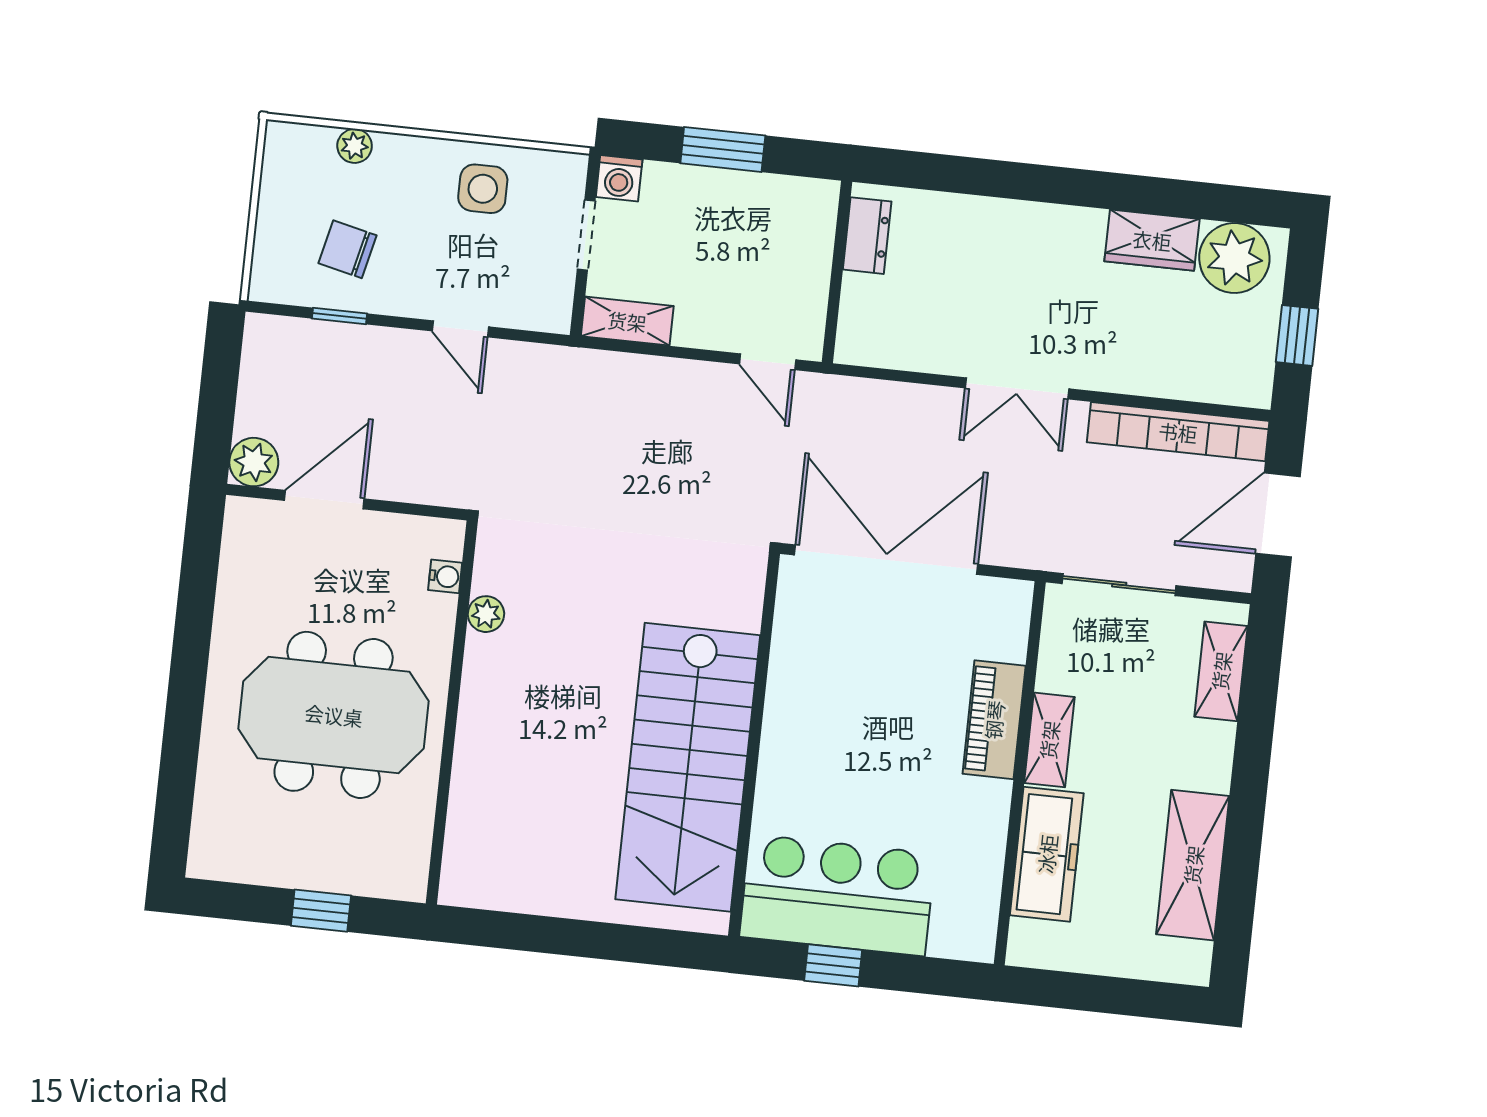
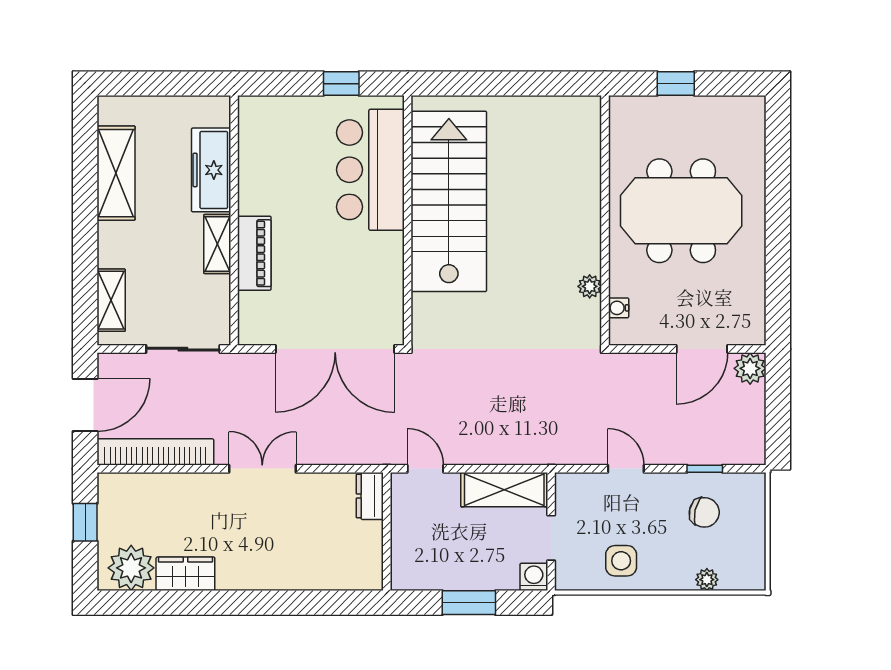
dresser: (867, 236) -> (370, 496), moved
shelving: (627, 321) -> (504, 490), width x1.50, depth x1.33
bar counter: (837, 895) -> (370, 170), moved, turned 90

